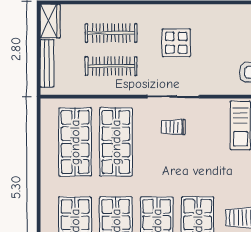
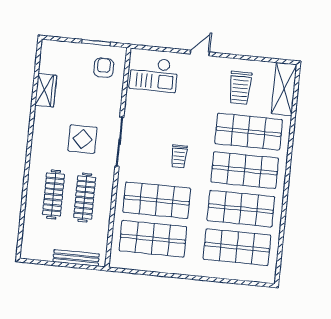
wardrobe: (50, 21) -> (46, 90), moved, turned 90
display table: (176, 43) -> (82, 139), moved
trolley: (173, 127) -> (179, 156), moved

